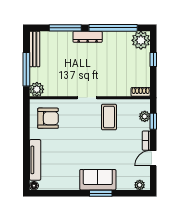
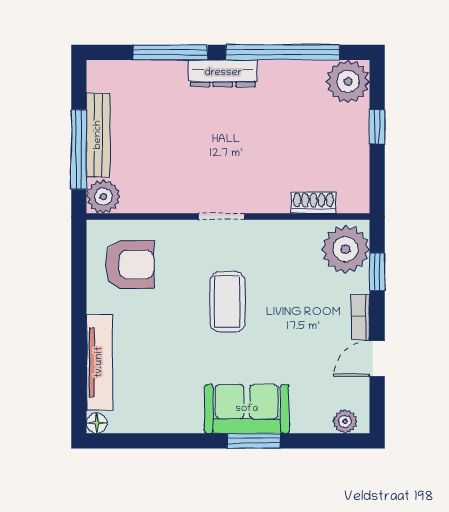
bench: (35, 49) -> (98, 135), moved
shoe rack: (141, 92) -> (313, 203), moved
plant: (145, 116) -> (346, 249), width x1.88, depth x1.88
coffee table: (109, 117) -> (227, 302), moved

